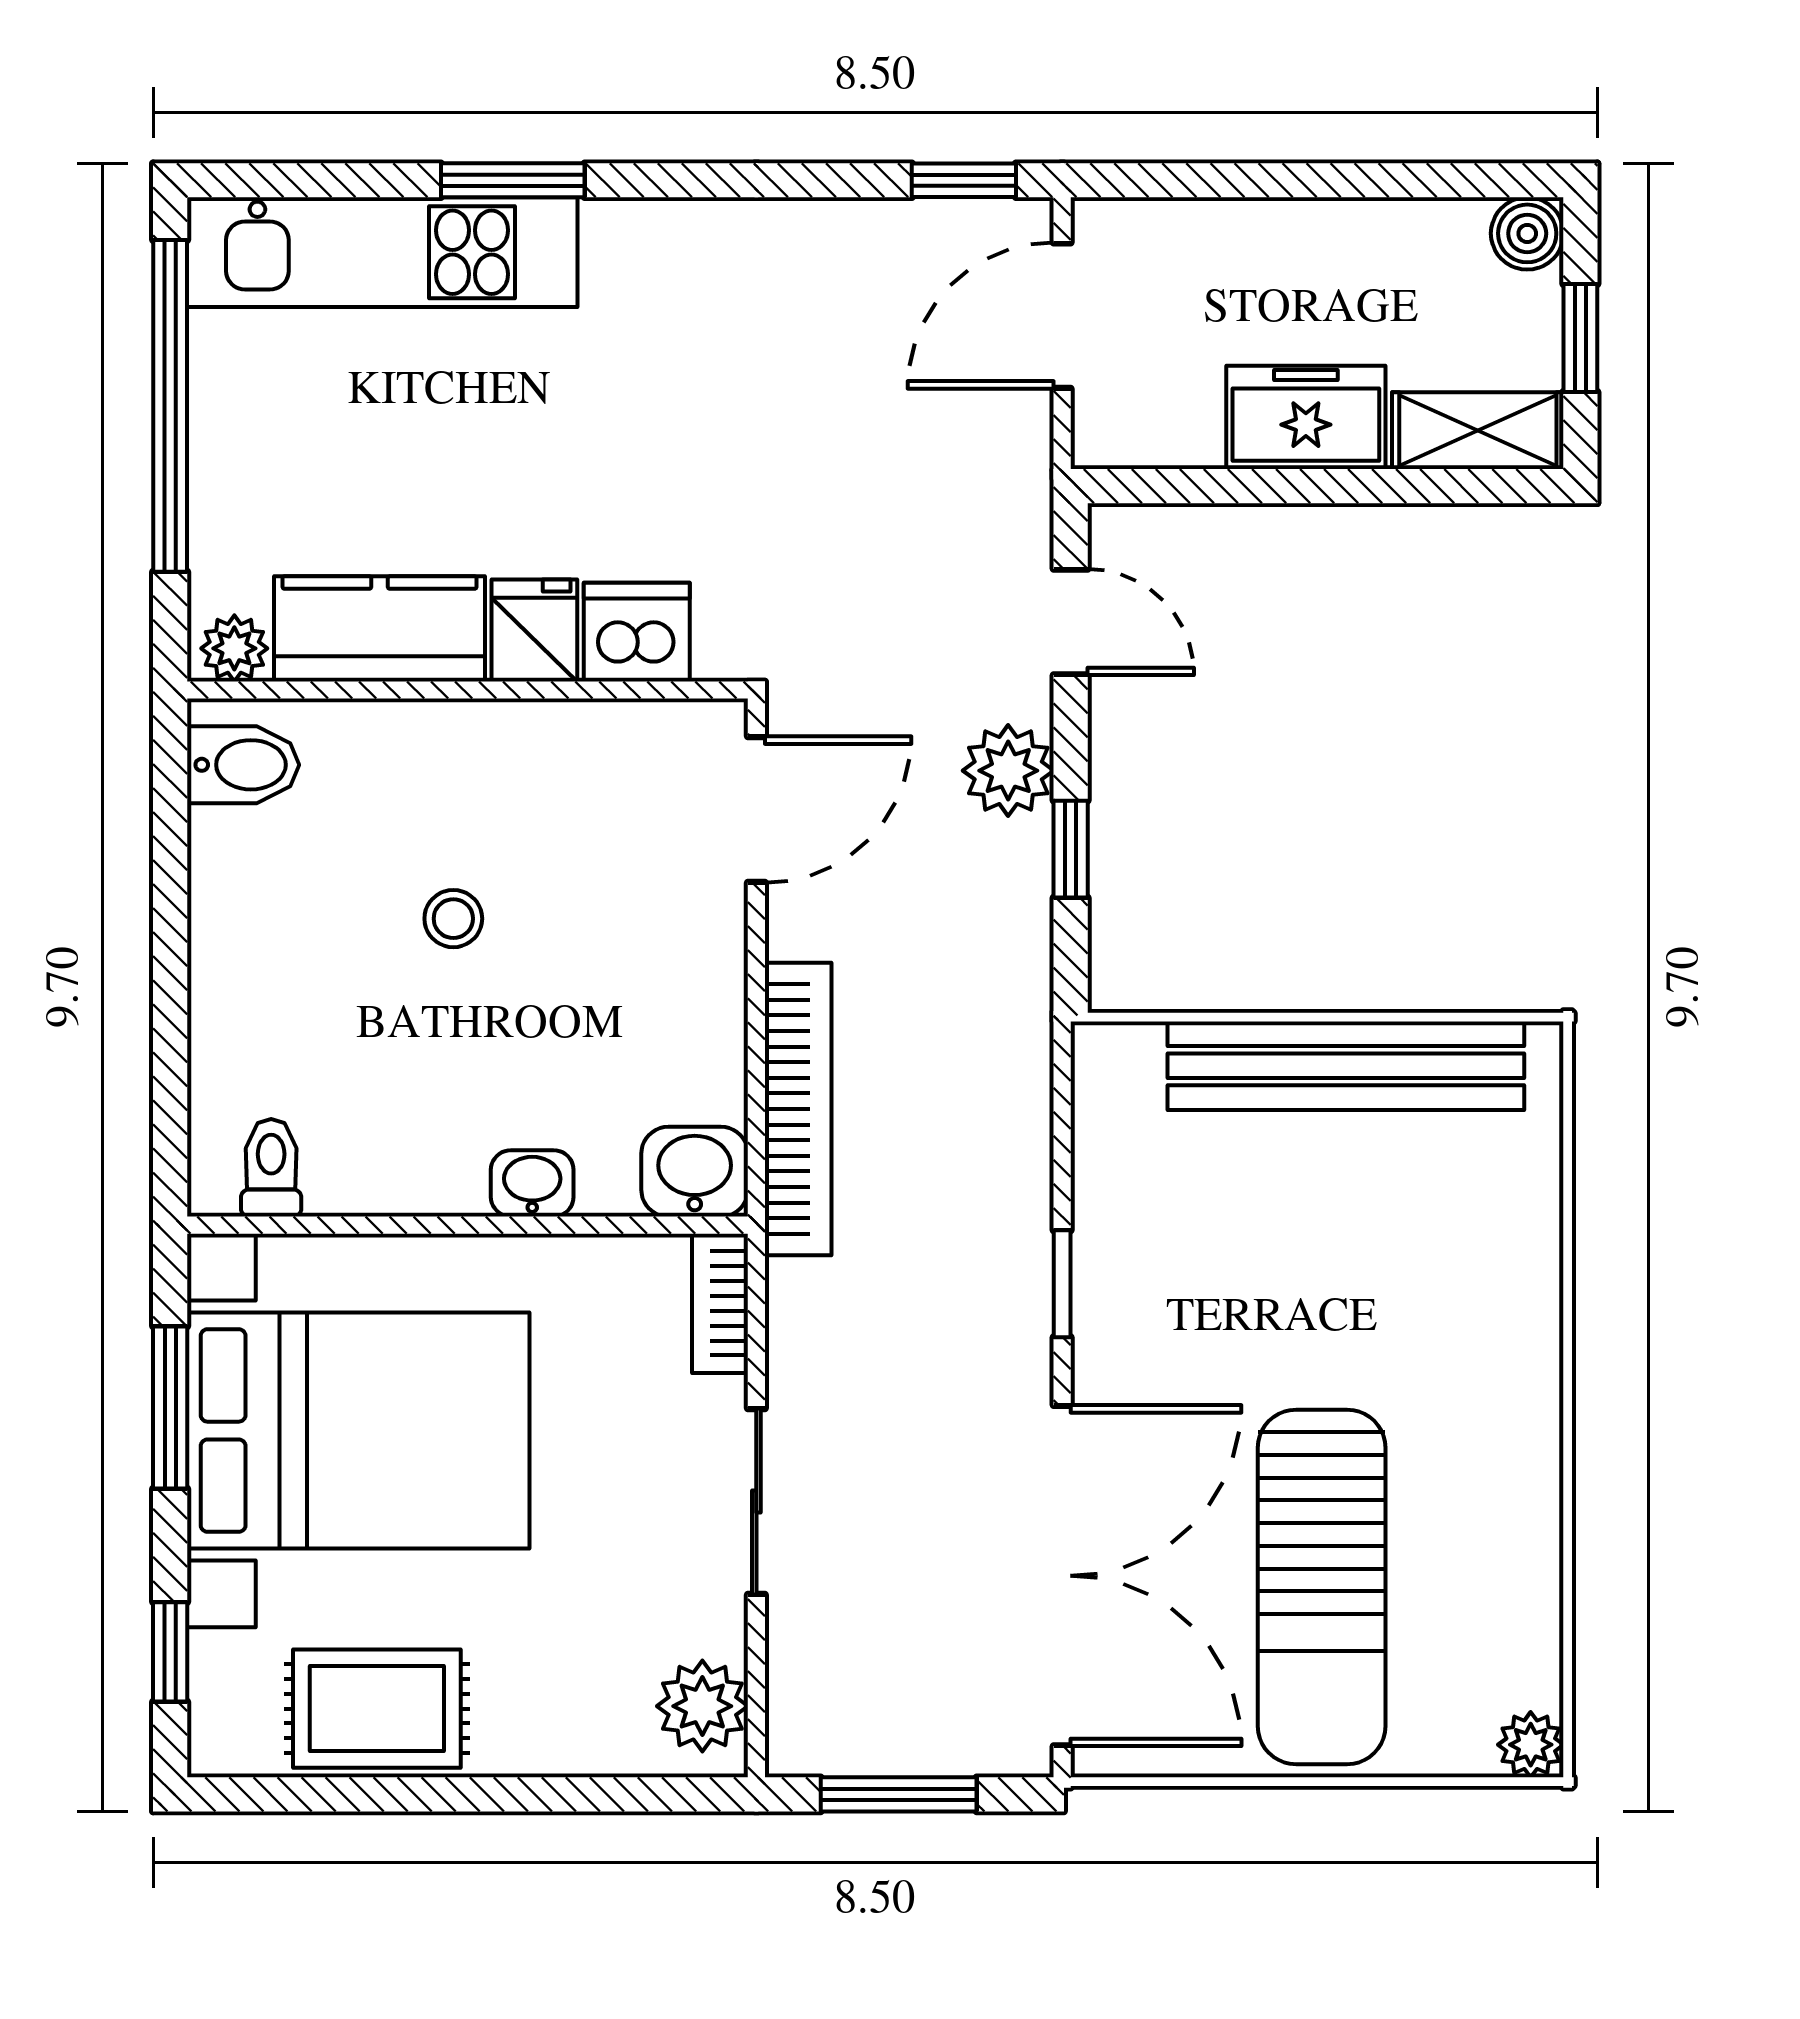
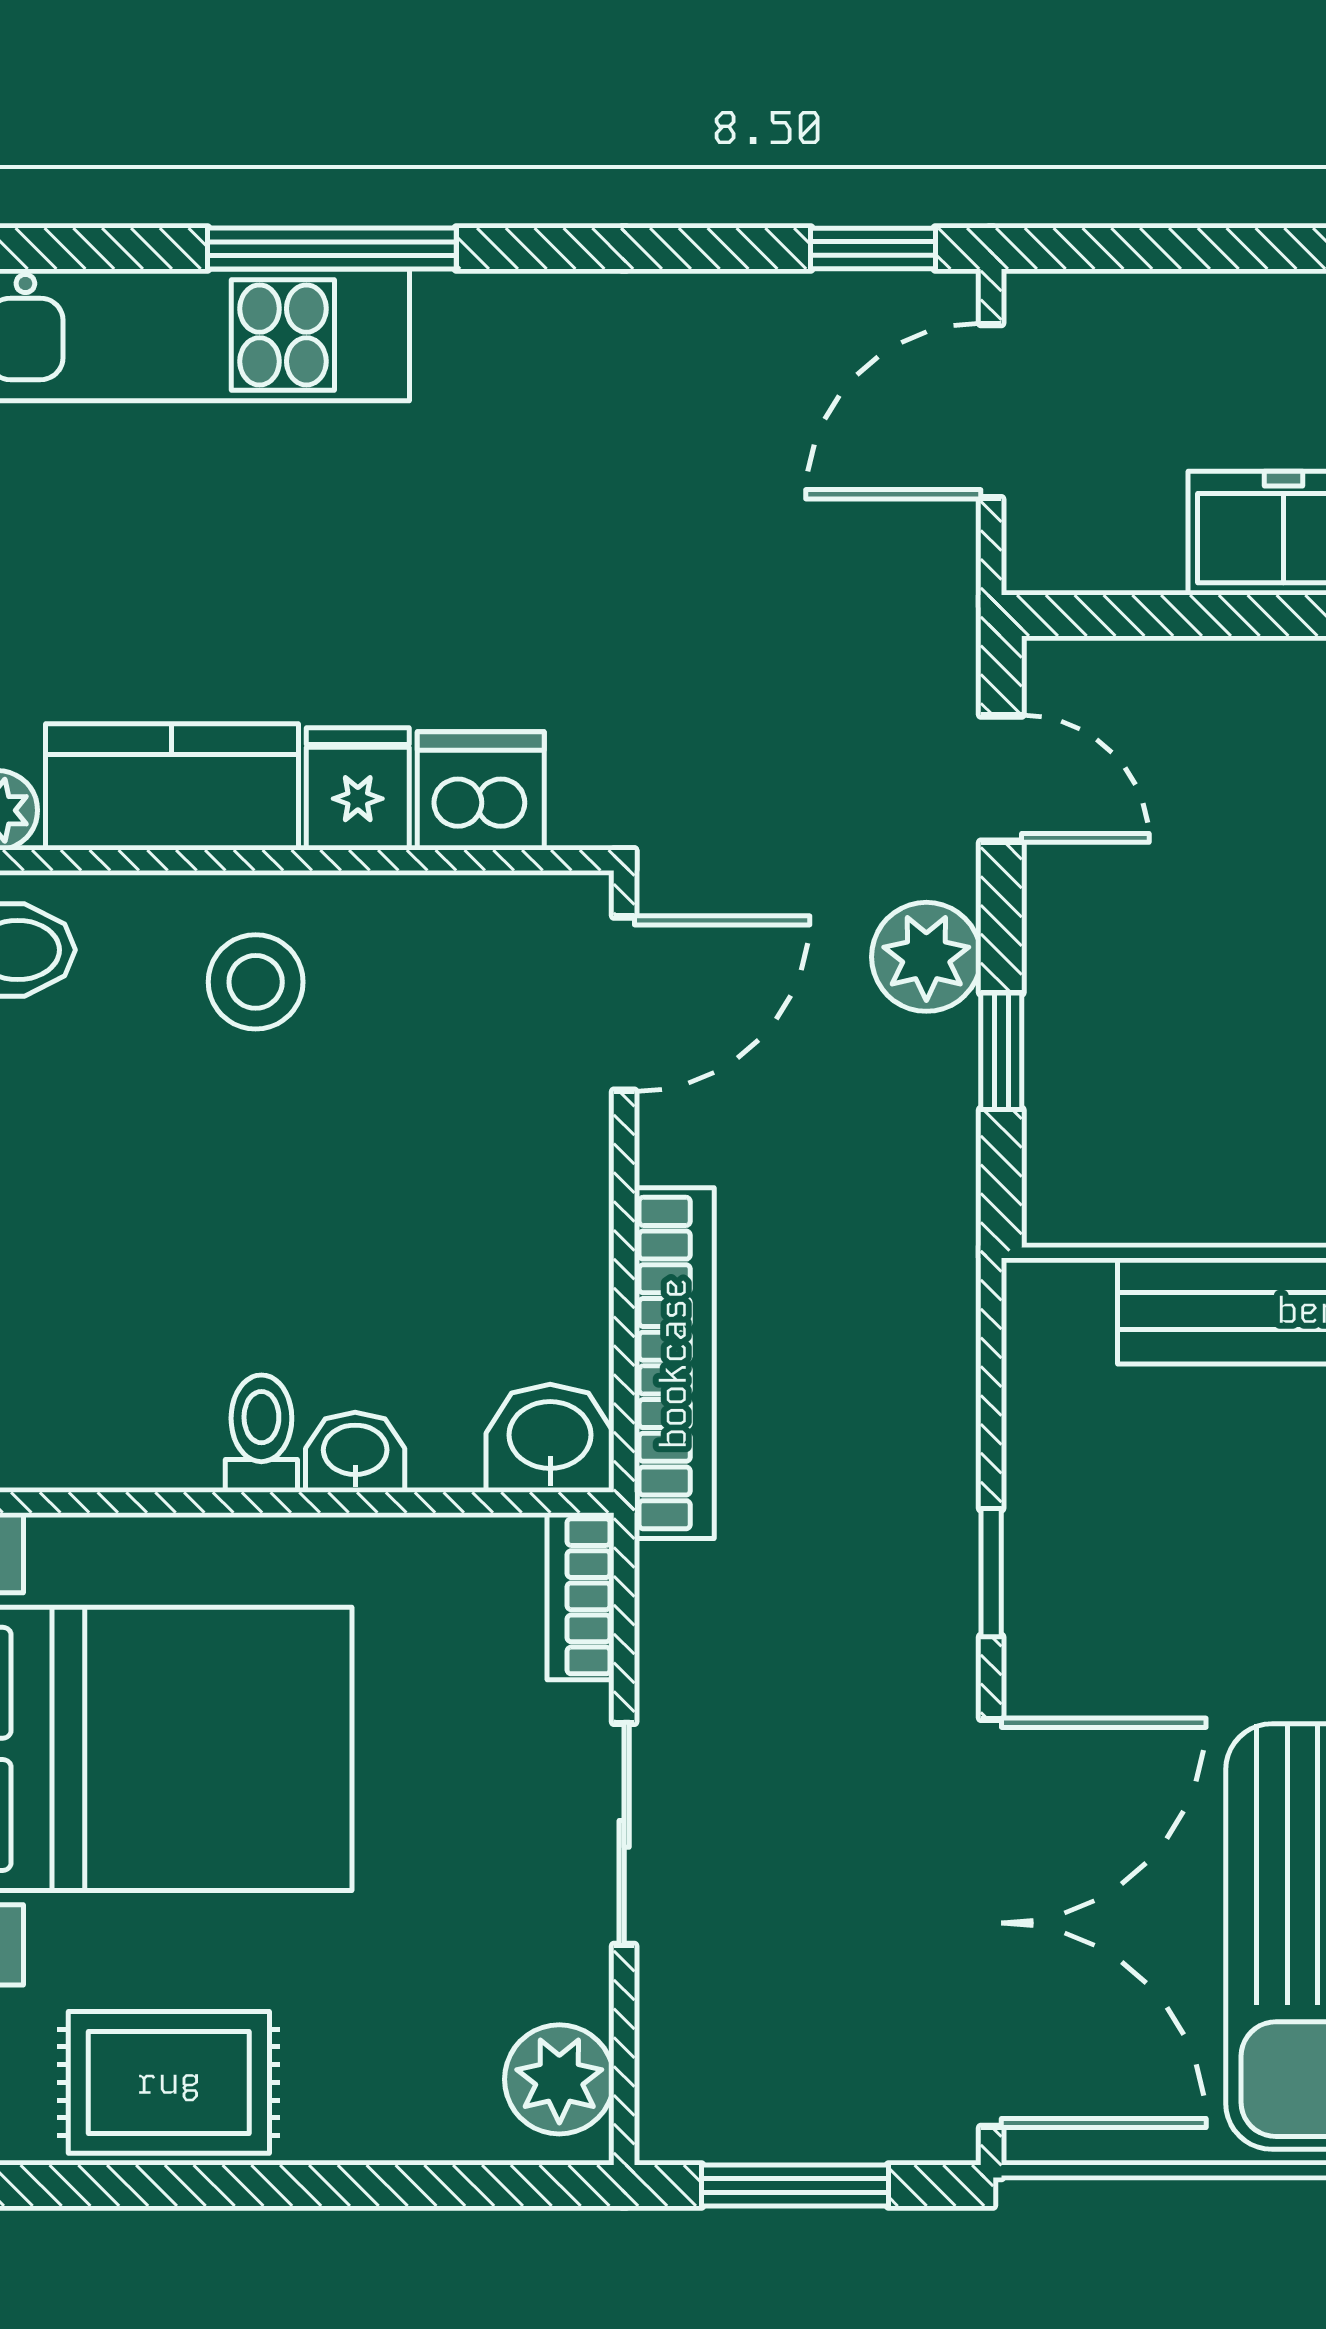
window: (513, 180) -> (332, 249), width x1.44
stool: (453, 919) -> (256, 982), moved, width x1.37, depth x1.37
toilet: (271, 1168) -> (261, 1434), moved

